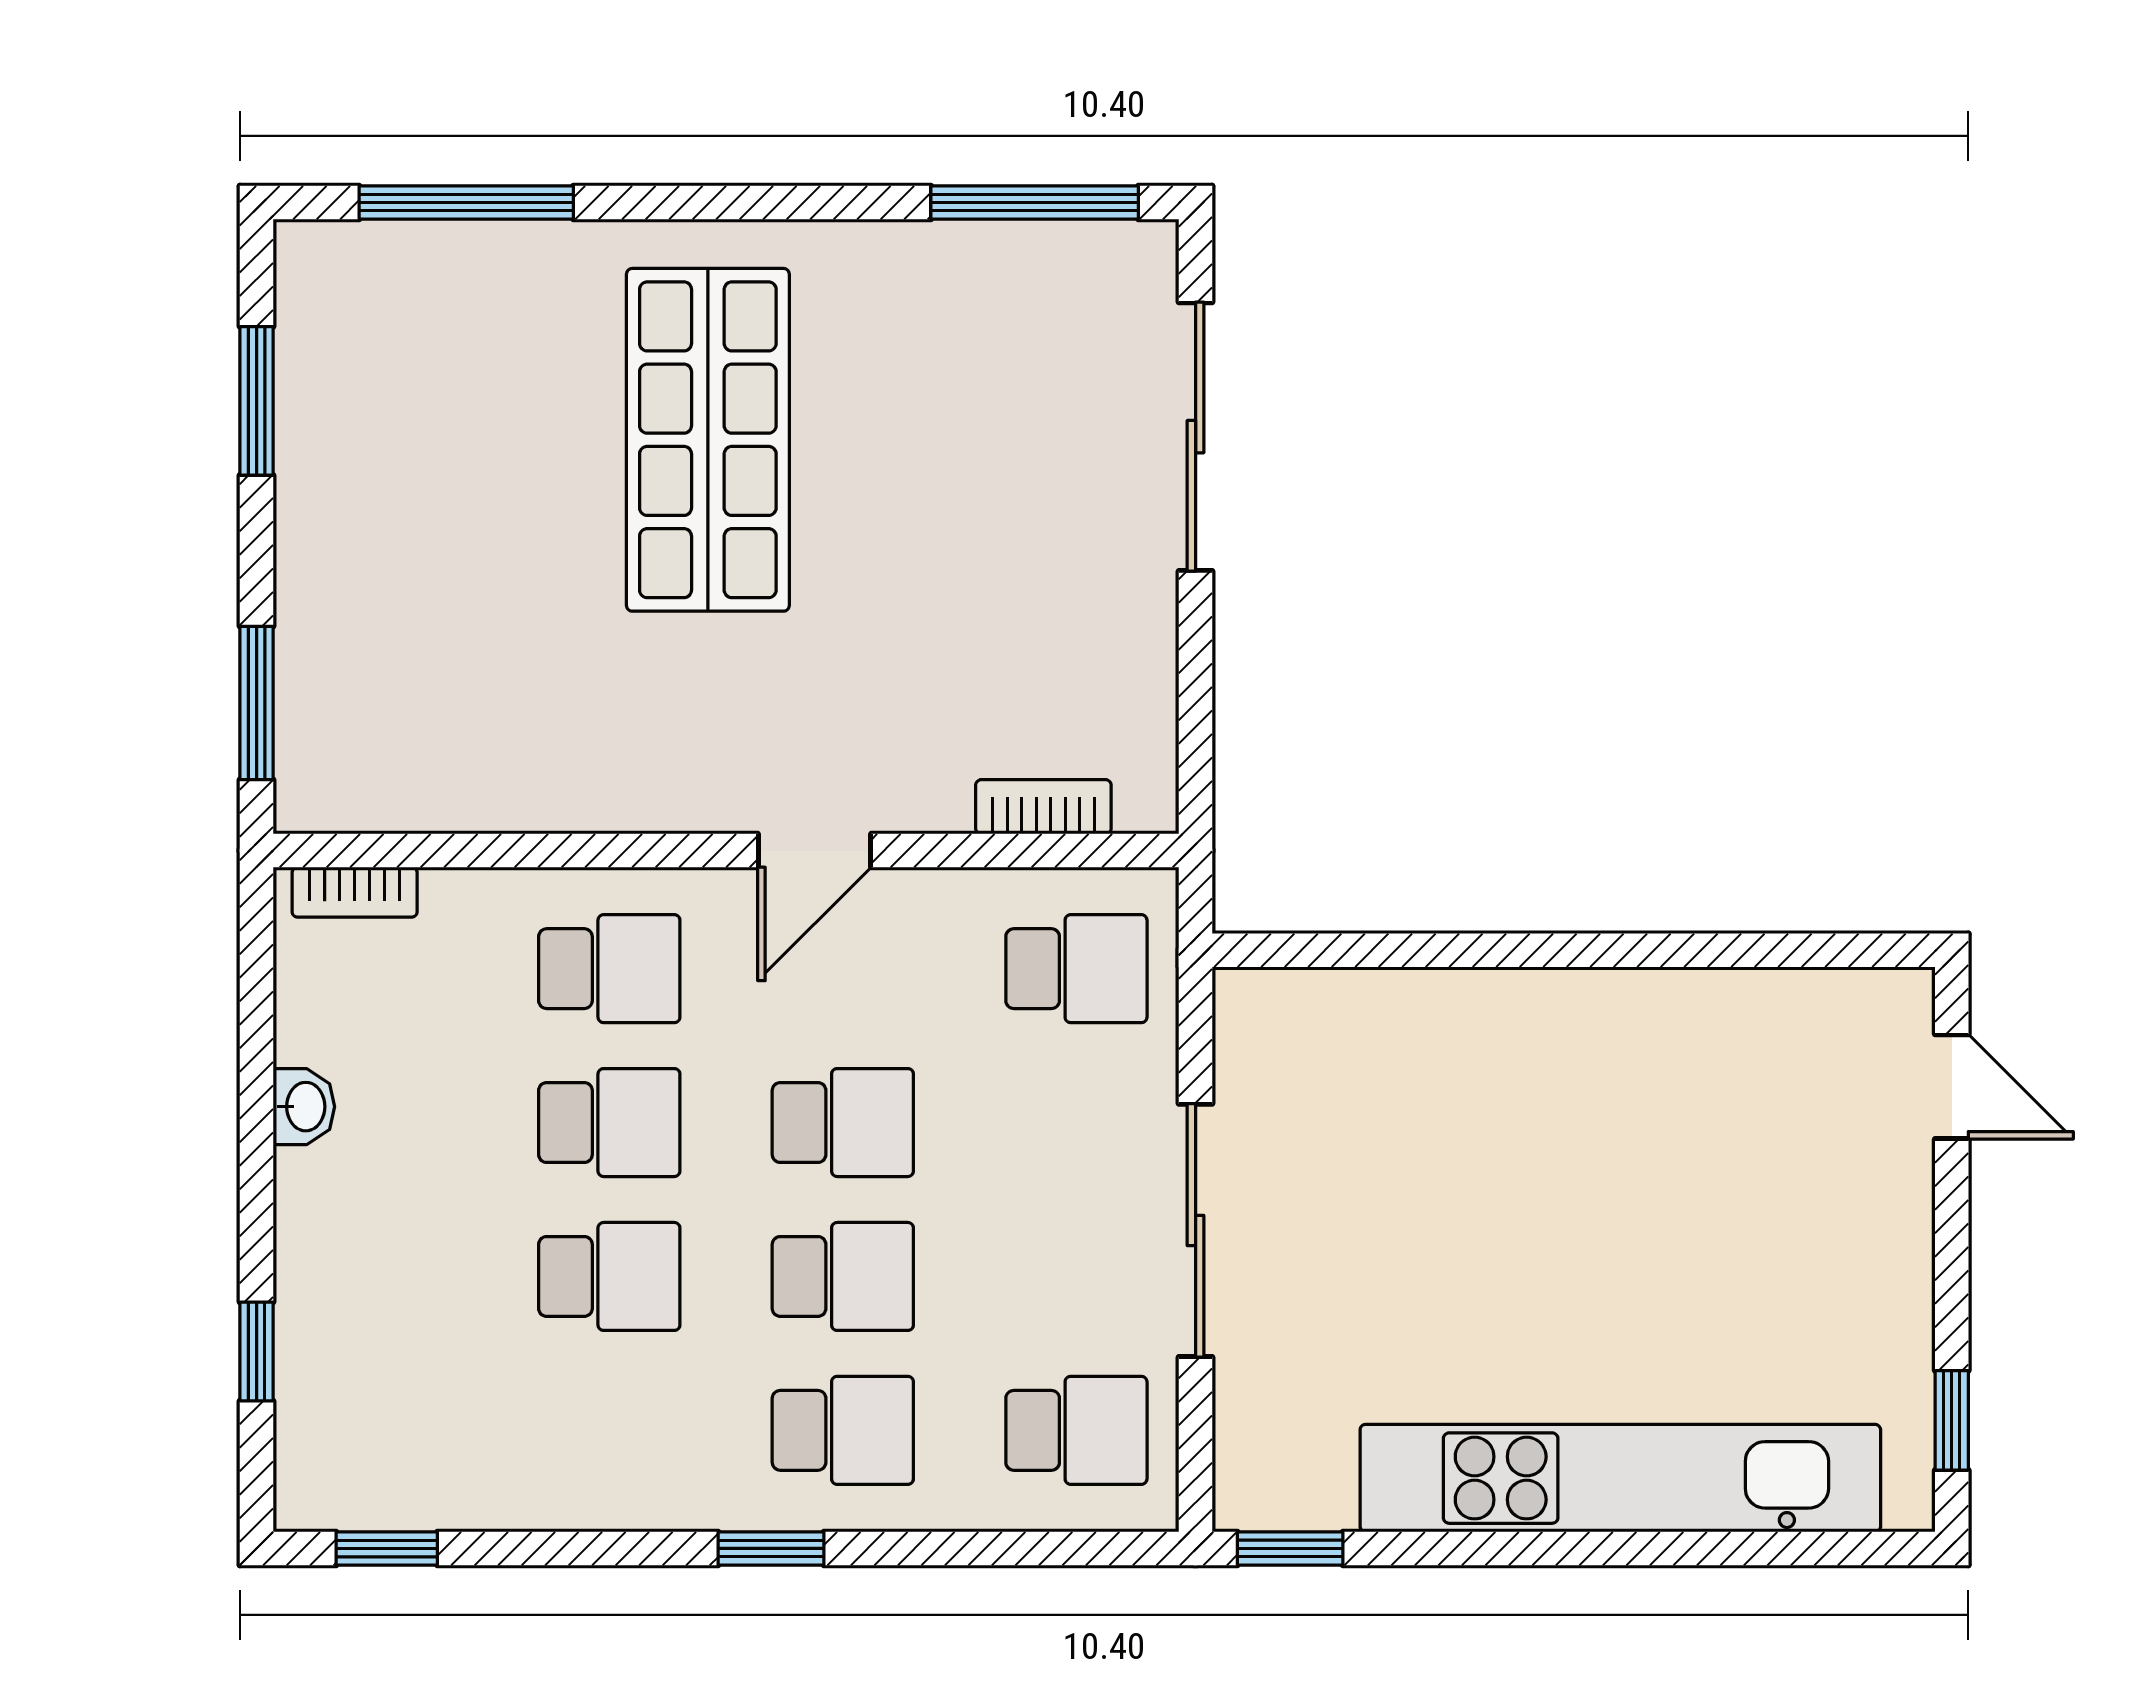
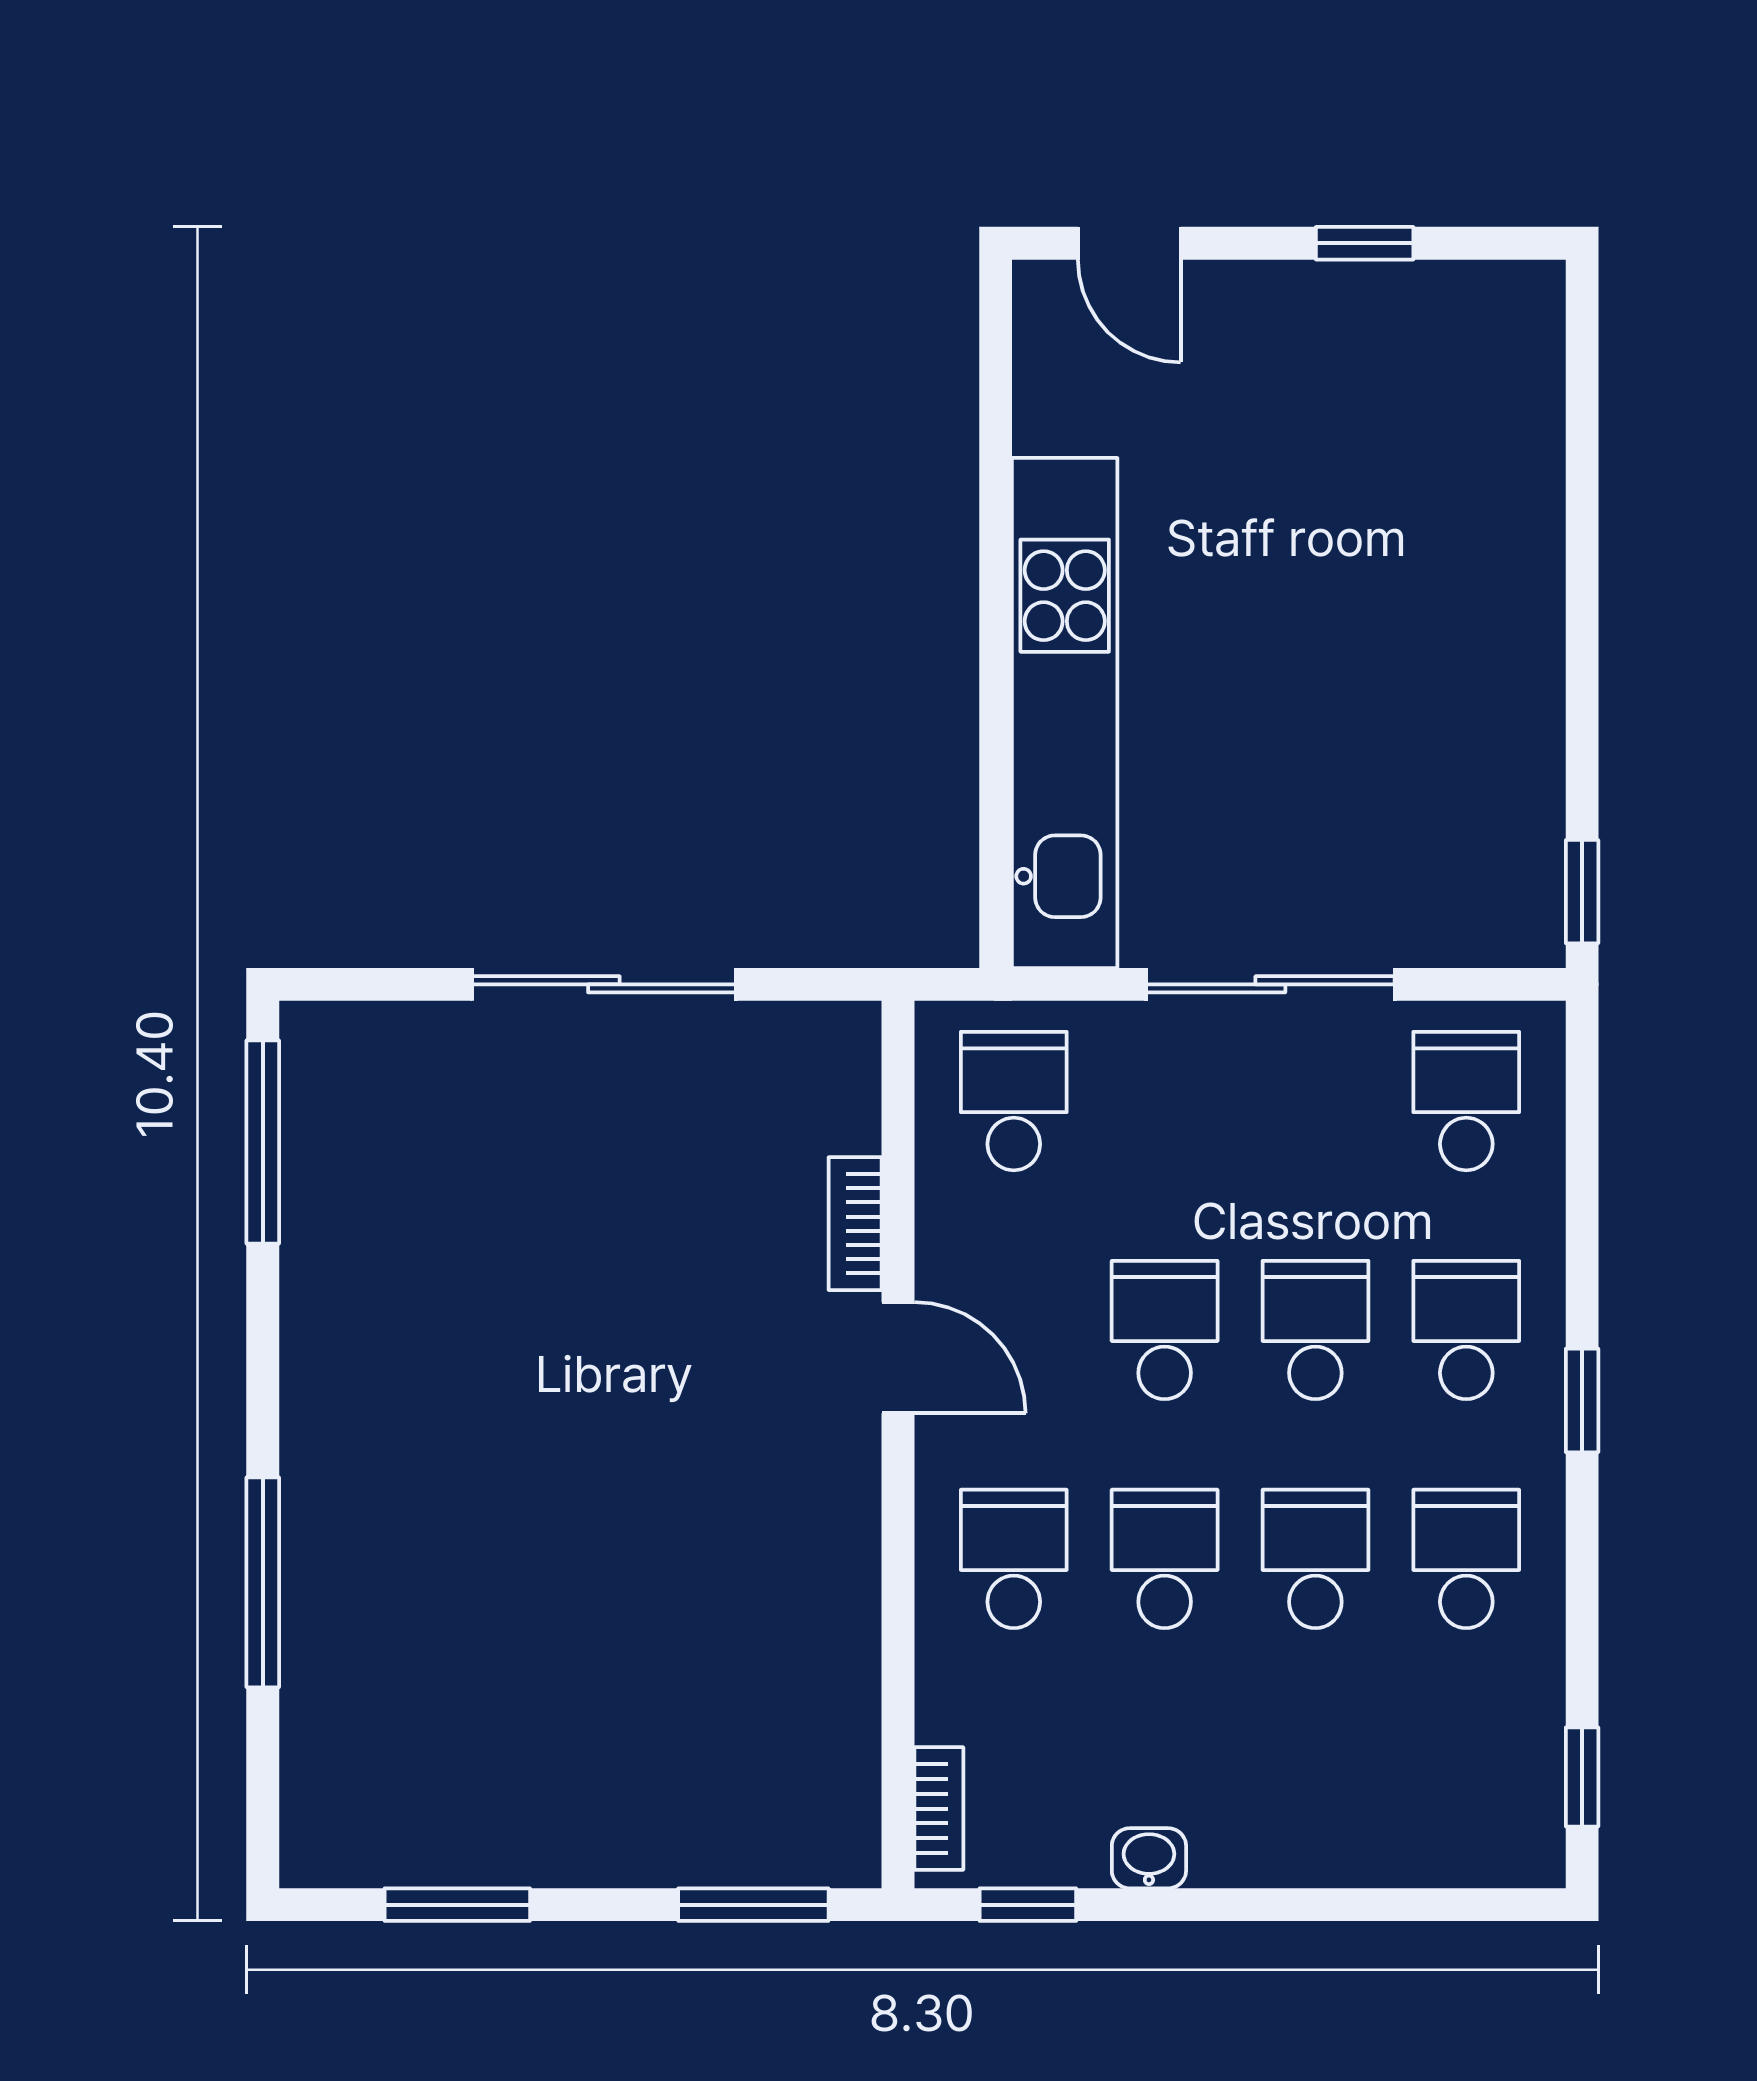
window: (466, 202) -> (263, 1582), moved
sliding door: (1196, 437) -> (604, 984), moved
shop shelf: (708, 440) -> (495, 1462), removed
bookcase: (1043, 807) -> (855, 1224), moved
door: (1952, 1087) -> (1129, 243), swing flipped
window: (257, 1351) -> (1028, 1905), moved
window: (1952, 1420) -> (1365, 243), moved
school desk: (609, 1430) -> (1466, 1559), added
kitchen unit: (1620, 1478) -> (1065, 713), moved, turned 180

